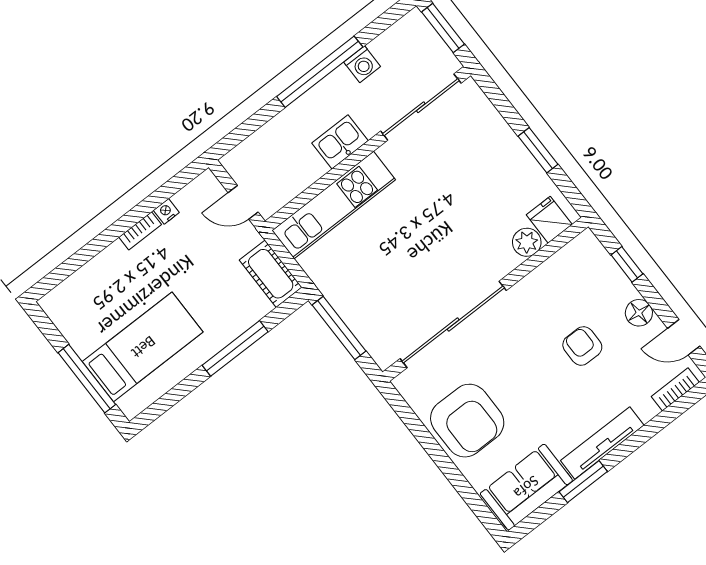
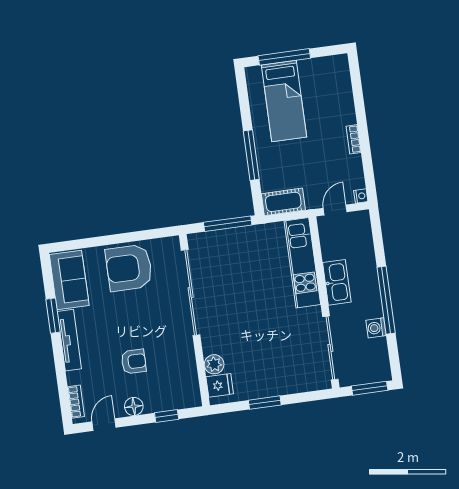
kitchen sink: (340, 142) -> (337, 282), width x1.38
nightstand: (166, 211) -> (361, 196), moved

